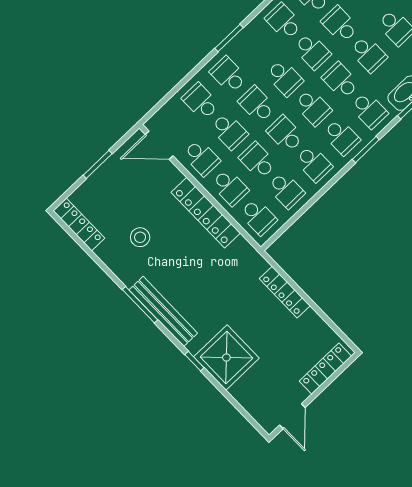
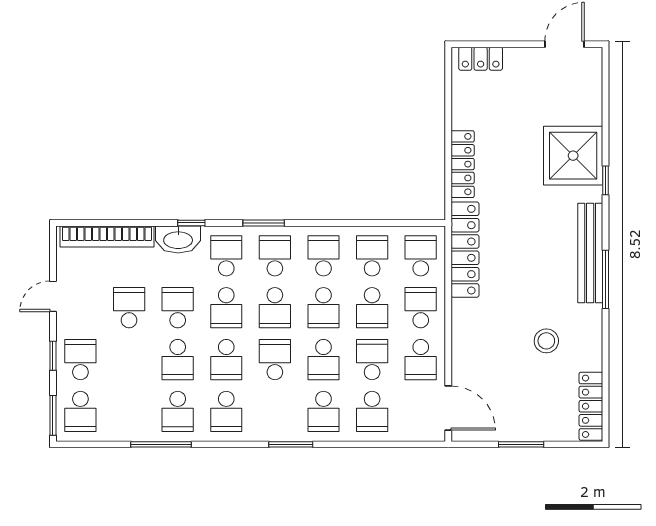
school desk: (312, 51) -> (226, 360), turned 180
school desk: (313, 107) -> (275, 308), turned 180
school desk: (201, 158) -> (421, 360), turned 180
locker: (206, 213) -> (465, 250), moved
locker: (325, 369) -> (481, 59), width x0.66

